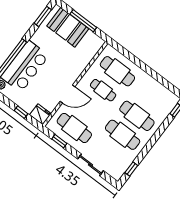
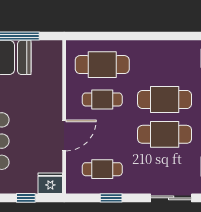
cafe table: (74, 128) -> (102, 169), width x0.73, depth x0.74
window: (59, 141) -> (111, 198), moved
sliding door: (90, 165) -> (171, 198), moved

